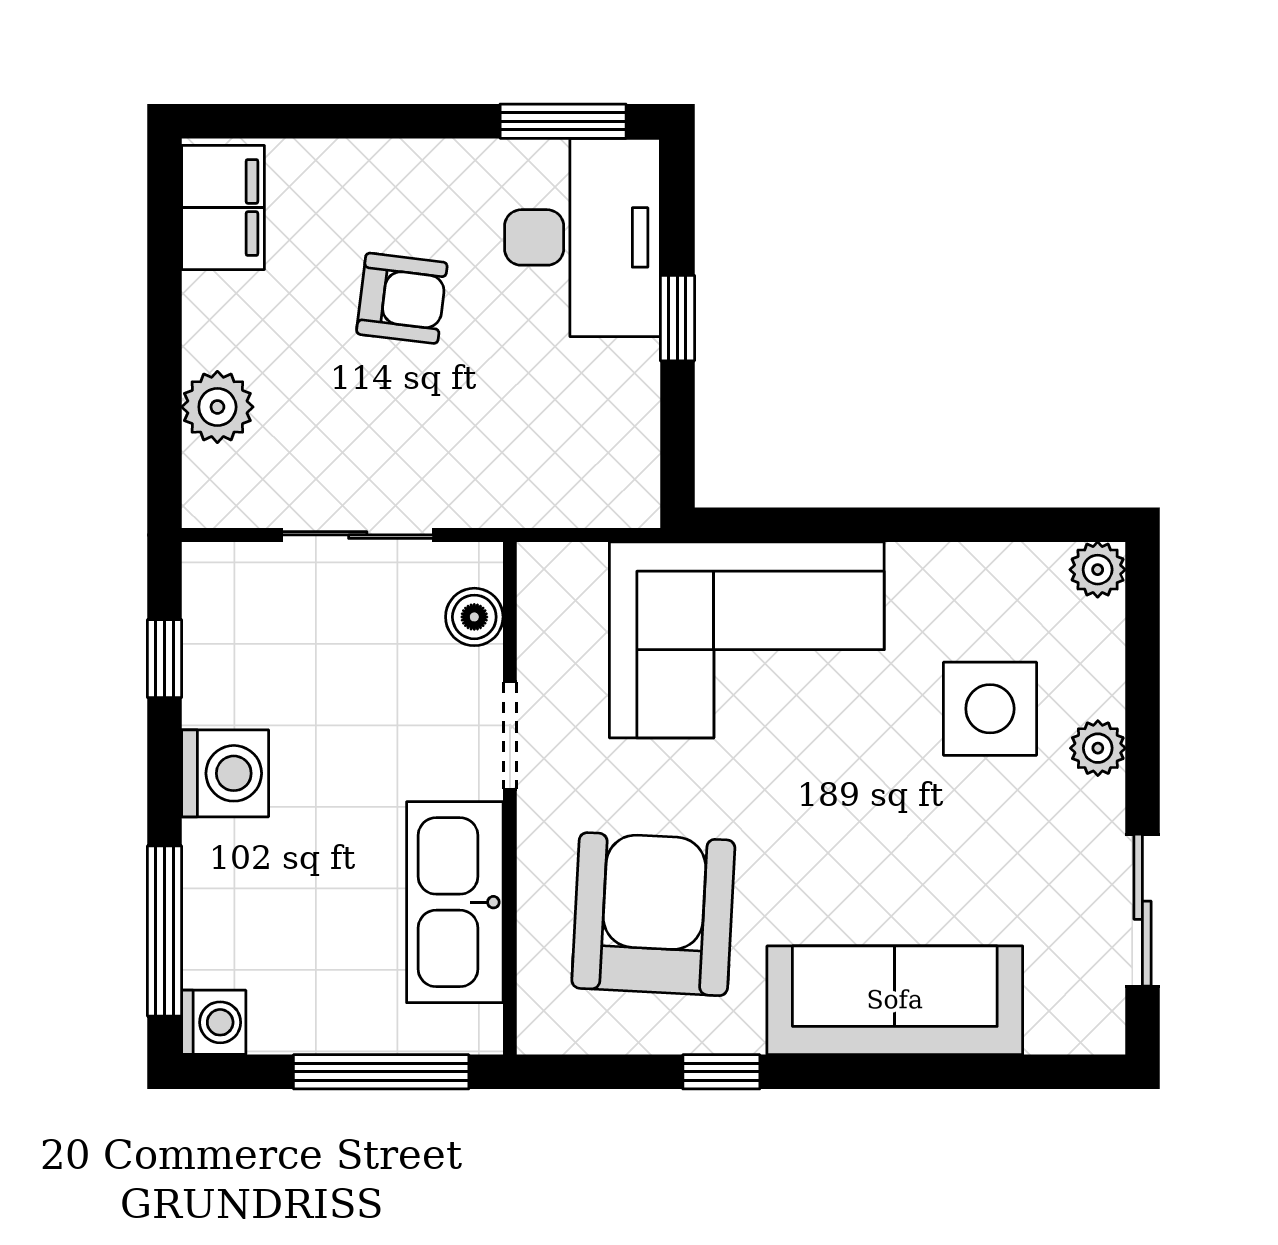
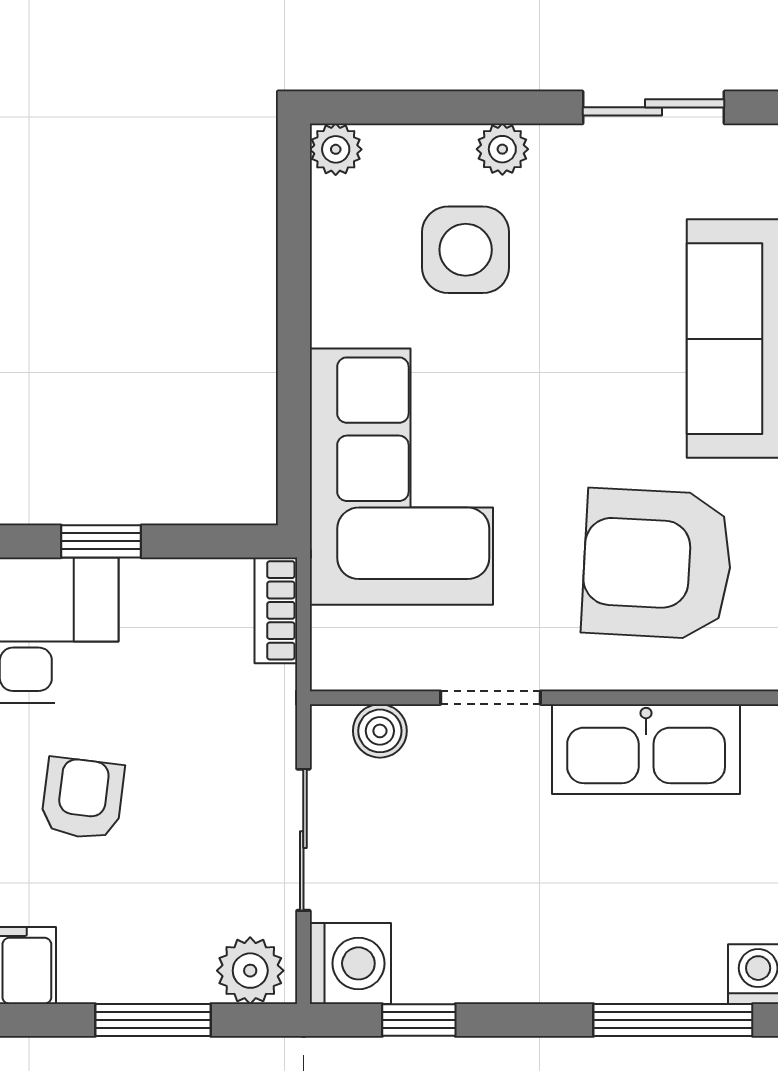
window: (165, 374) -> (153, 1020), added
plant: (217, 407) -> (250, 971), moved
bookcase: (604, 505) -> (276, 610), added
washing machine: (225, 773) -> (350, 963), moved, turned 90

